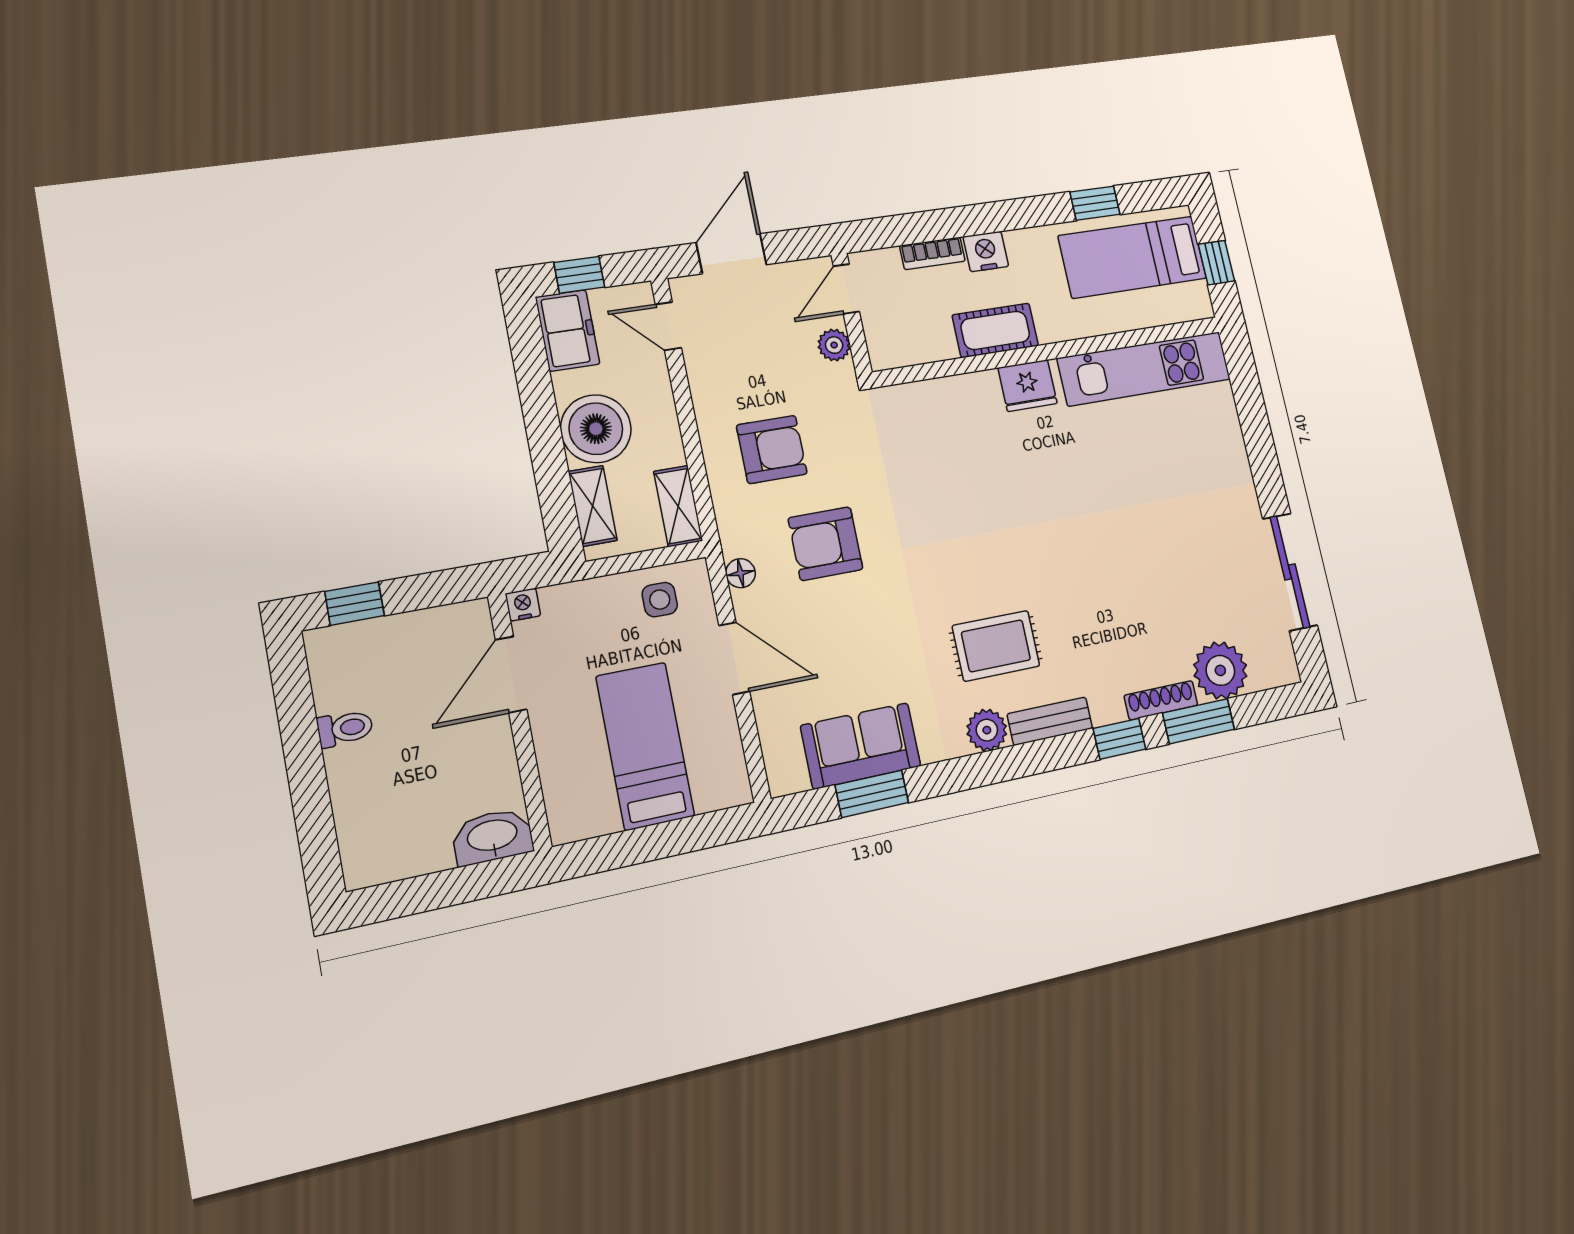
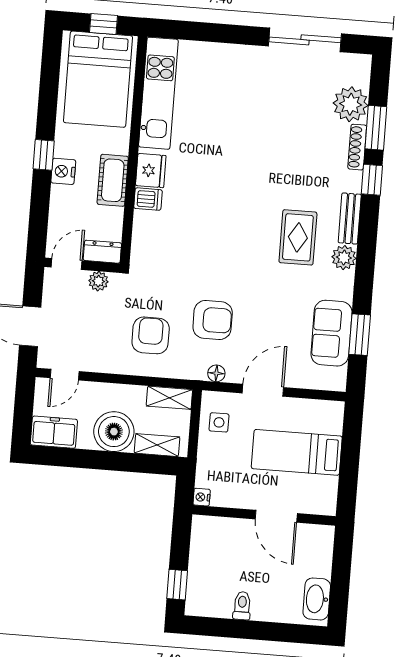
window: (1095, 203) -> (44, 155), moved
bookcase: (932, 253) -> (57, 205), removed
bed: (1132, 257) -> (98, 79), width x1.50
window: (579, 275) -> (23, 417), removed
door: (846, 289) -> (67, 264), swing flipped
dresser: (882, 340) -> (102, 252), added
dishwasher: (984, 392) -> (148, 199), added
armchair: (825, 544) -> (213, 320), turned -90
door: (511, 675) -> (276, 516), moved
washbasin: (492, 836) -> (317, 599), moved

